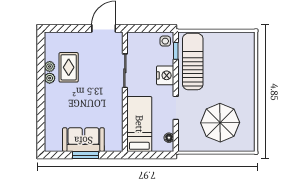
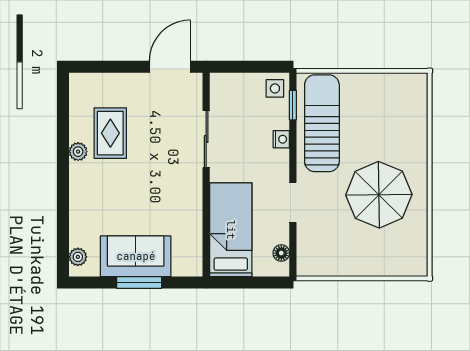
plant: (50, 66) -> (78, 257), moved
nightstand: (165, 75) -> (281, 139), width x0.53, depth x0.56
parasol: (220, 123) -> (379, 195), moved

